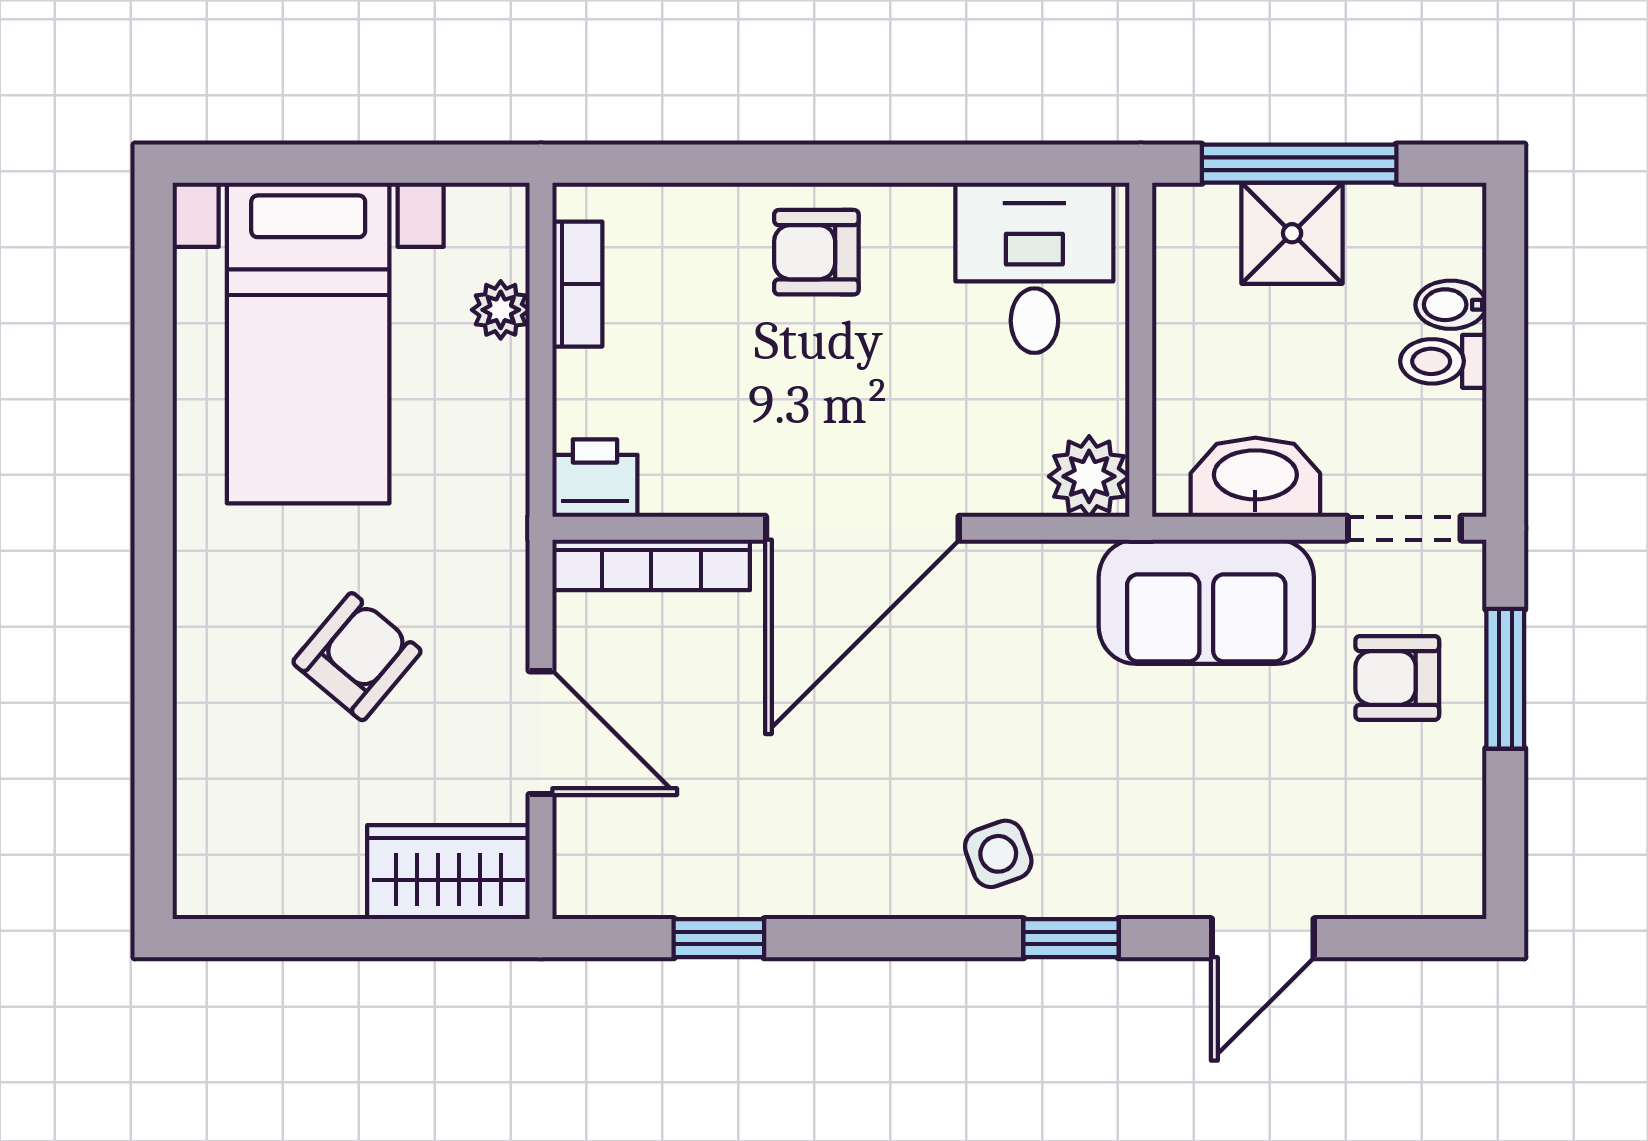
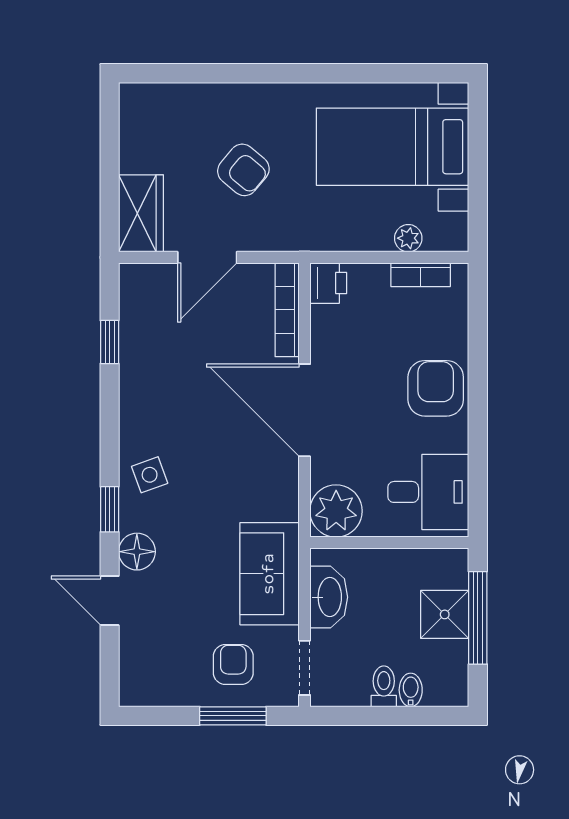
armchair: (816, 252) -> (436, 388), width x1.38, depth x1.38
plant: (1089, 476) -> (336, 511), width x1.36, depth x1.36
floor lamp: (1160, 880) -> (137, 552), added

